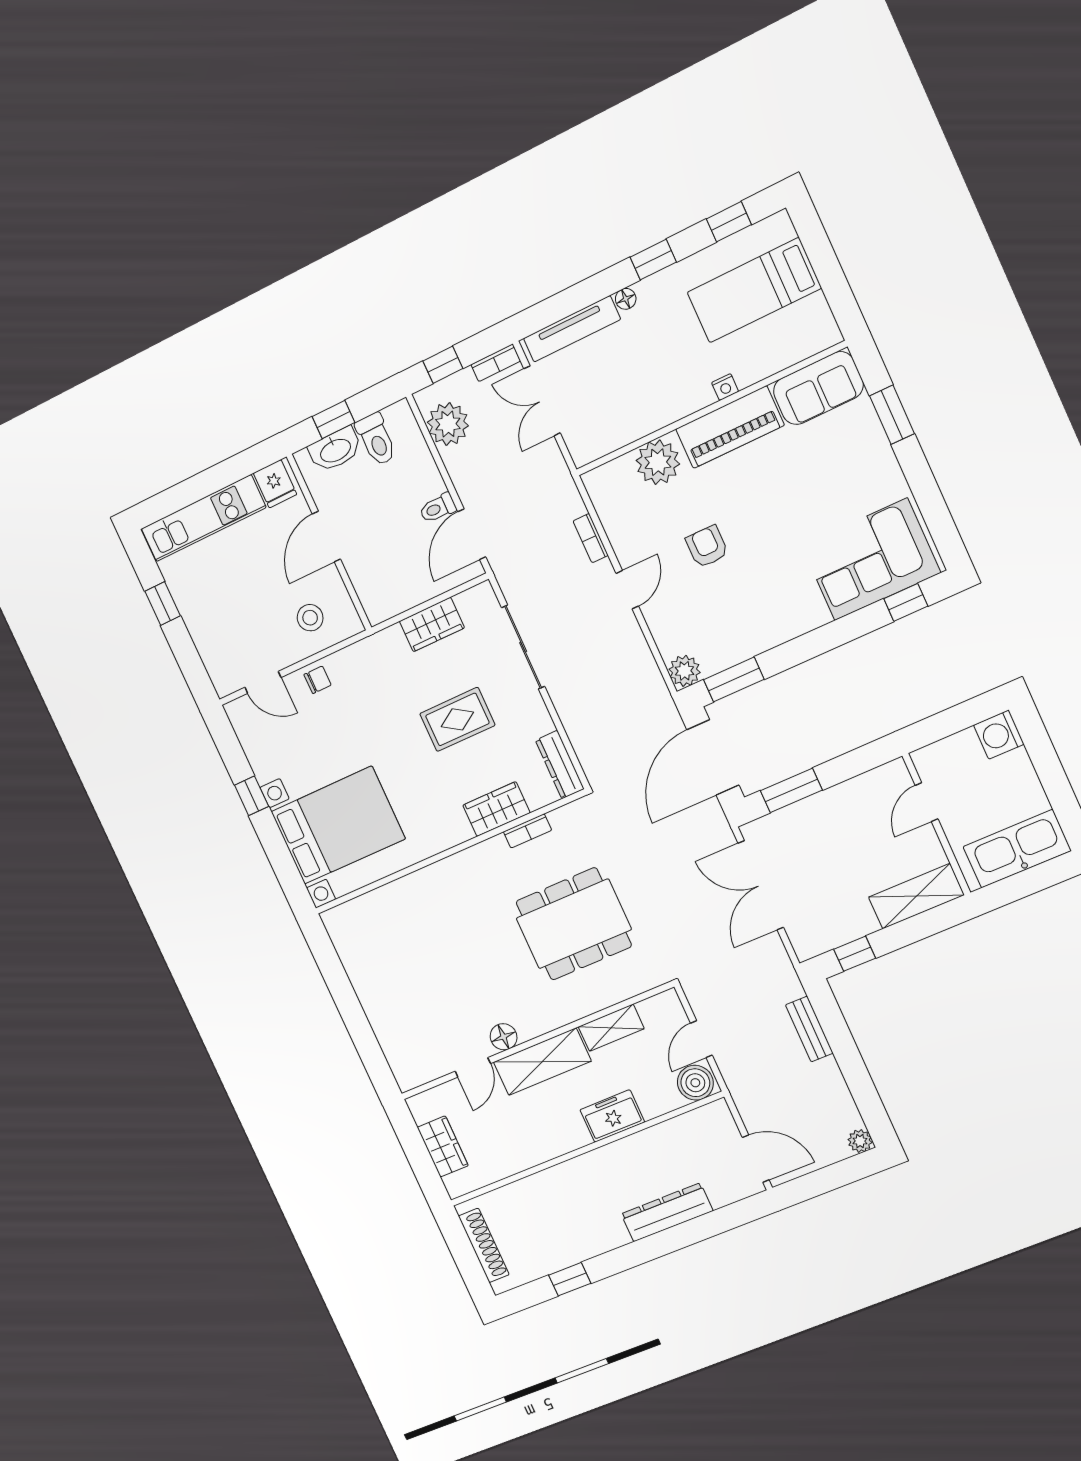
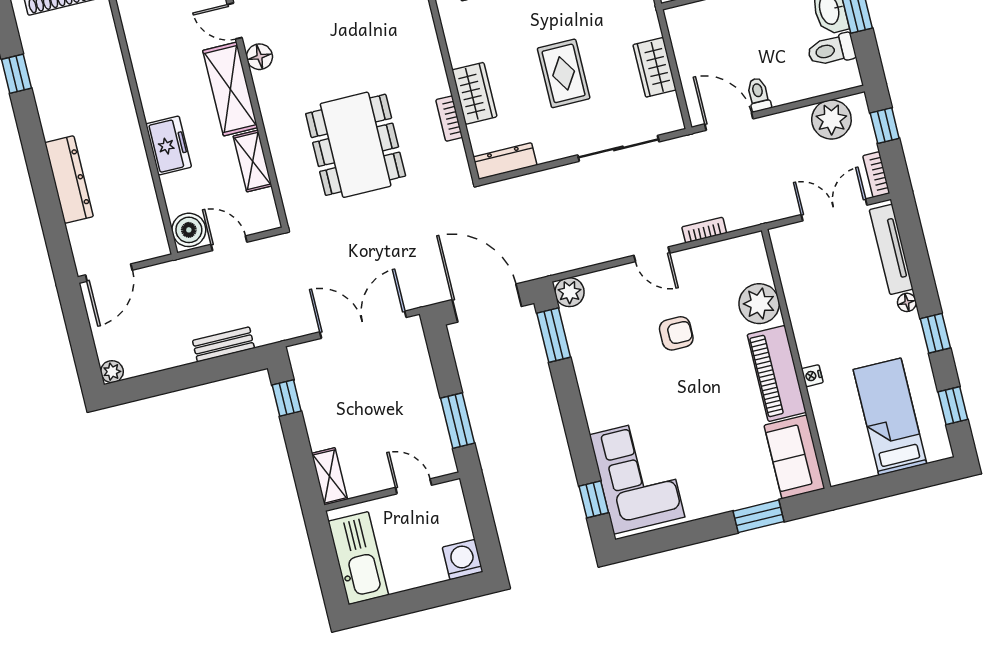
window: (791, 790) -> (458, 421), moved
shelving: (916, 896) -> (330, 476), width x0.67, depth x0.75

